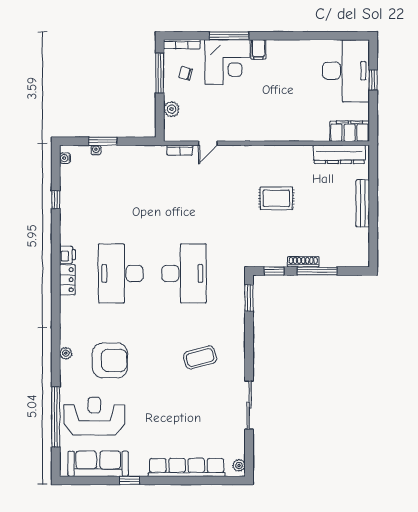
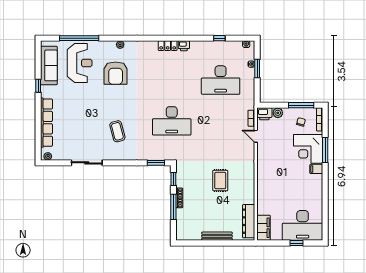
printer: (173, 130) -> (264, 114), added
desk: (121, 273) -> (221, 80), moved, turned 180

